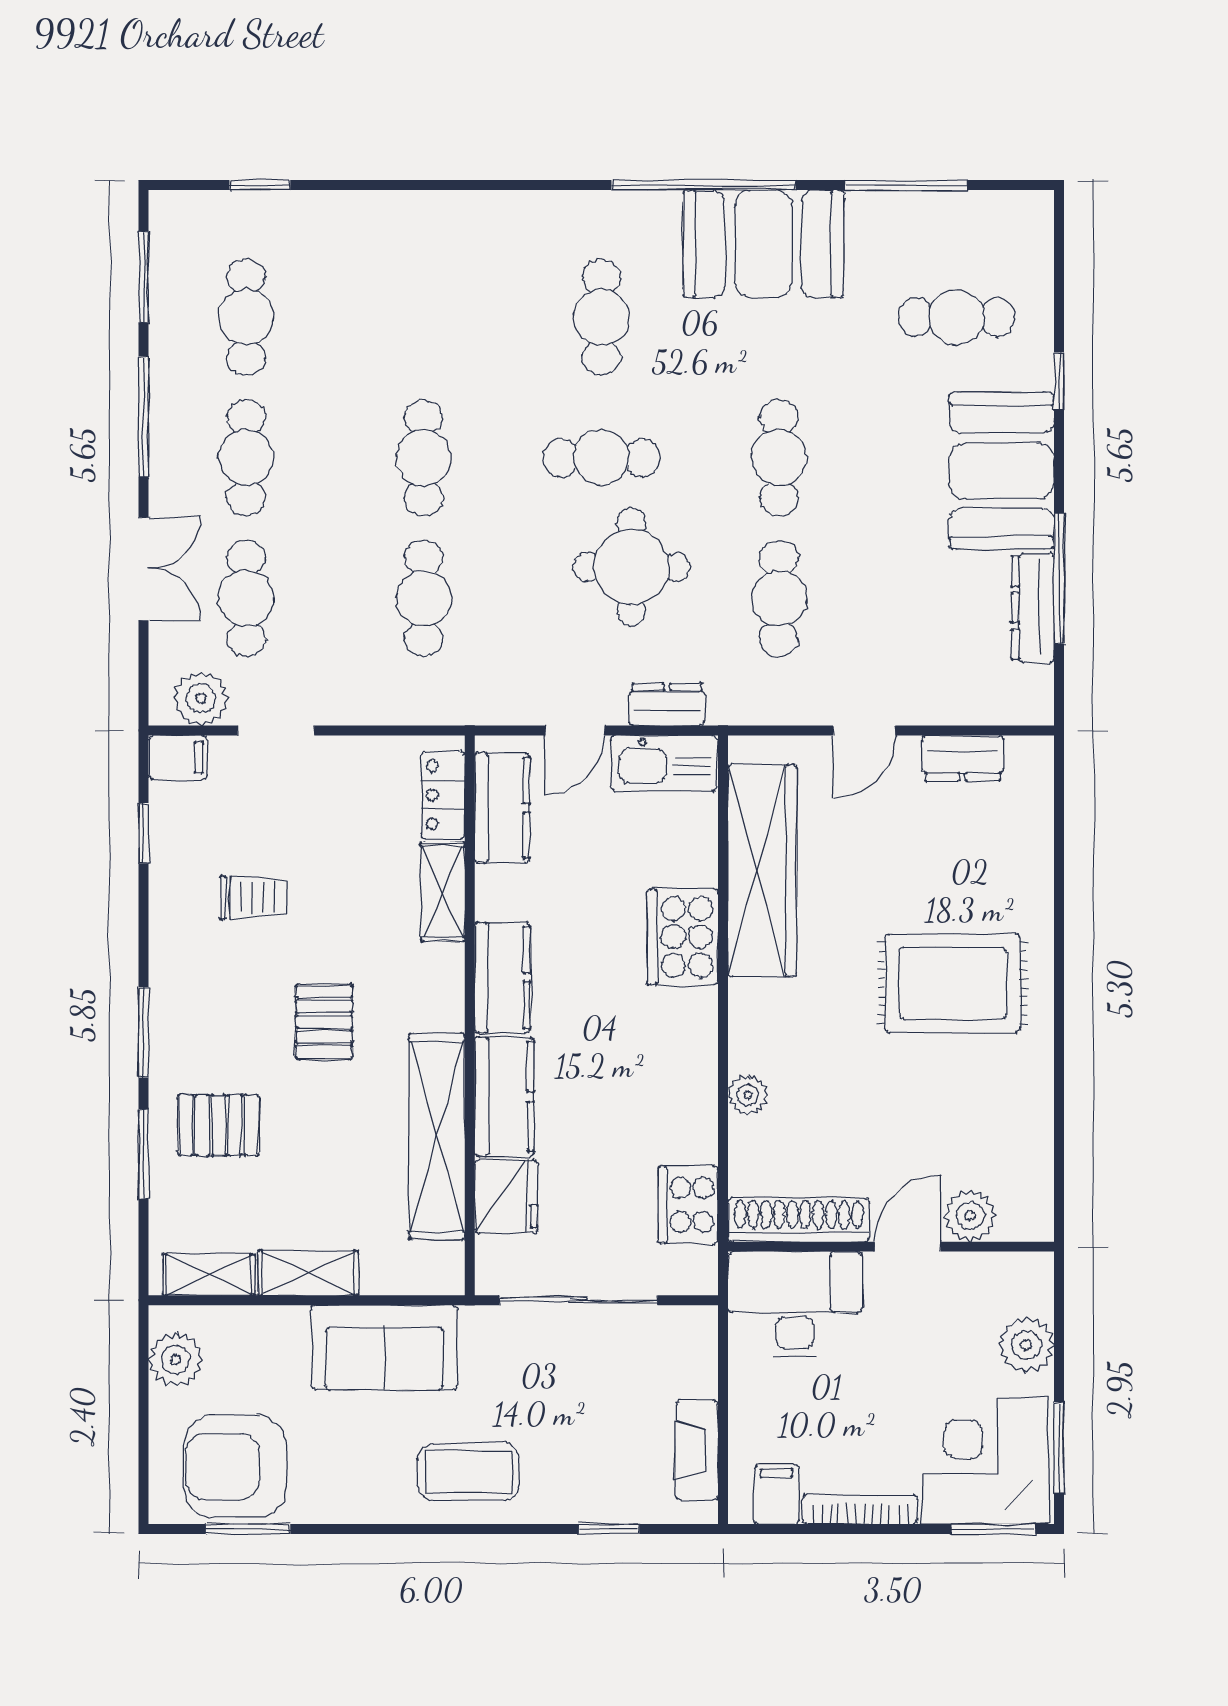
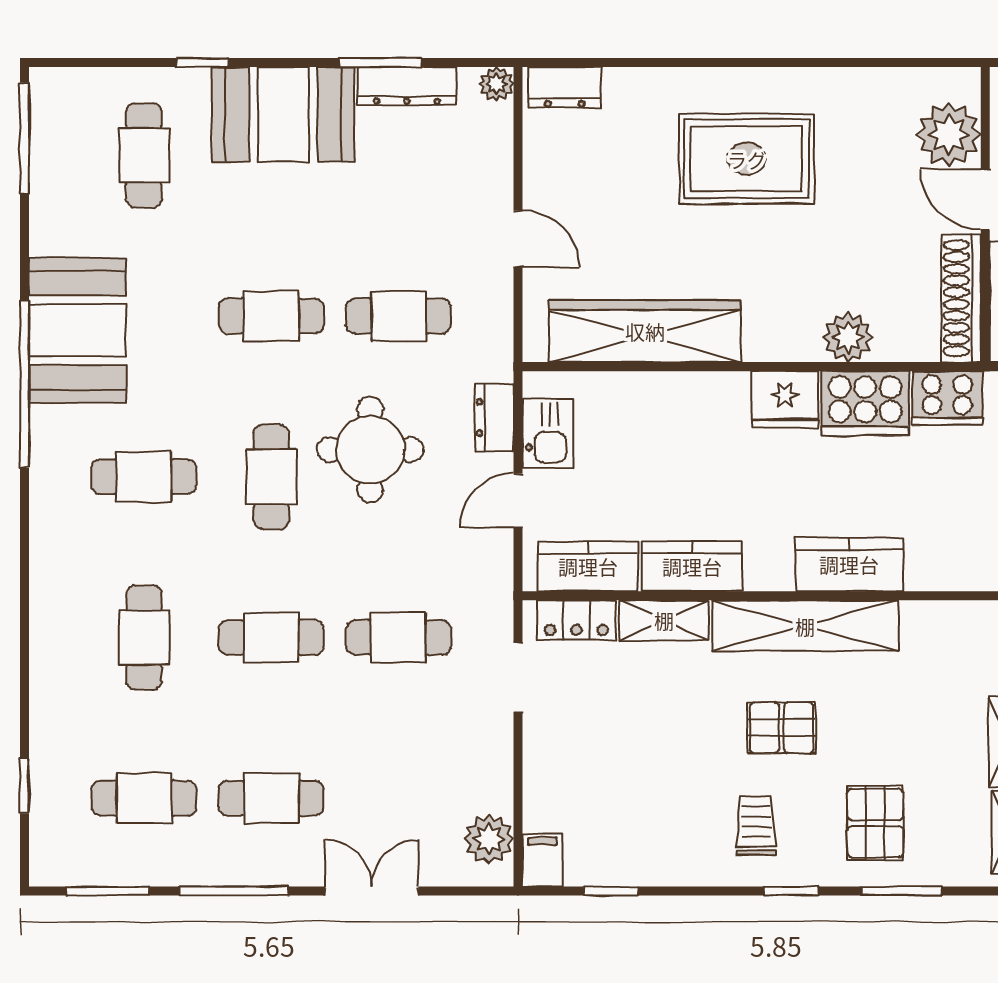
window: (907, 185) -> (24, 138), moved
window: (1059, 578) -> (380, 63), width x0.69
cafe table: (246, 598) -> (144, 638), moved, turned 90
plant: (1035, 707) -> (497, 84), added
doorway: (276, 730) -> (518, 678), moved
door: (575, 730) -> (518, 501), swing flipped
dresser: (963, 758) -> (565, 88), moved, turned 90
kitchen sink: (664, 763) -> (548, 433), width x0.73
trolley: (253, 898) -> (756, 826), moved
cooker: (683, 937) -> (865, 403), moved
kitchen counter: (502, 978) -> (692, 566), moved
rug: (953, 983) -> (747, 159), turned 90
window: (144, 1032) -> (791, 891), width x0.67
plant: (748, 1095) -> (848, 337), width x1.38, depth x1.38
shelving: (437, 1136) -> (805, 626), moved
fridge: (506, 1197) -> (785, 400), moved, turned 180
plant: (970, 1216) -> (949, 134), width x1.36, depth x1.36

